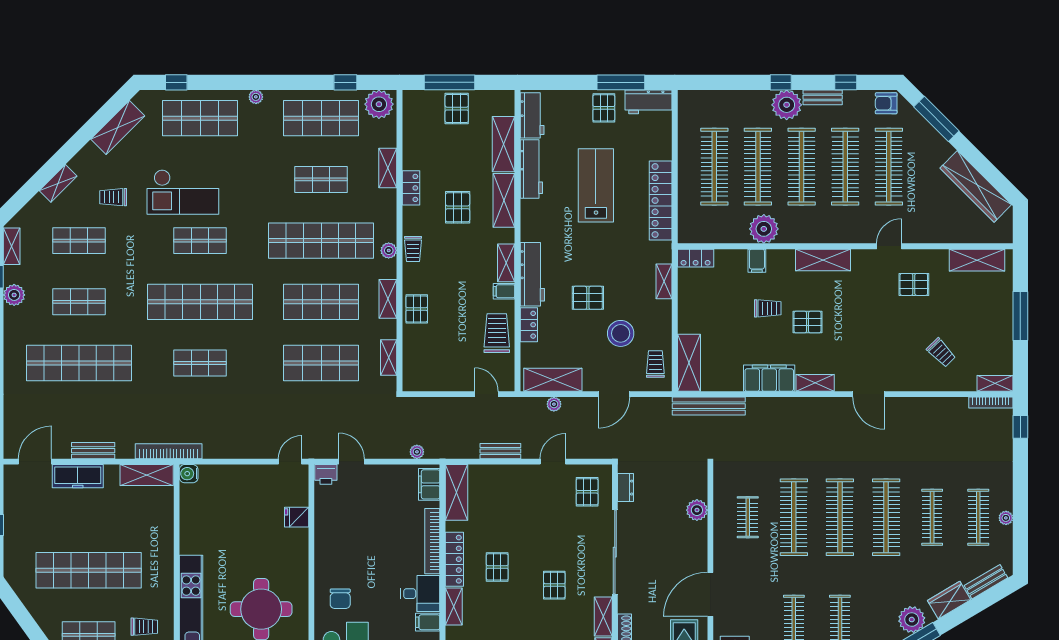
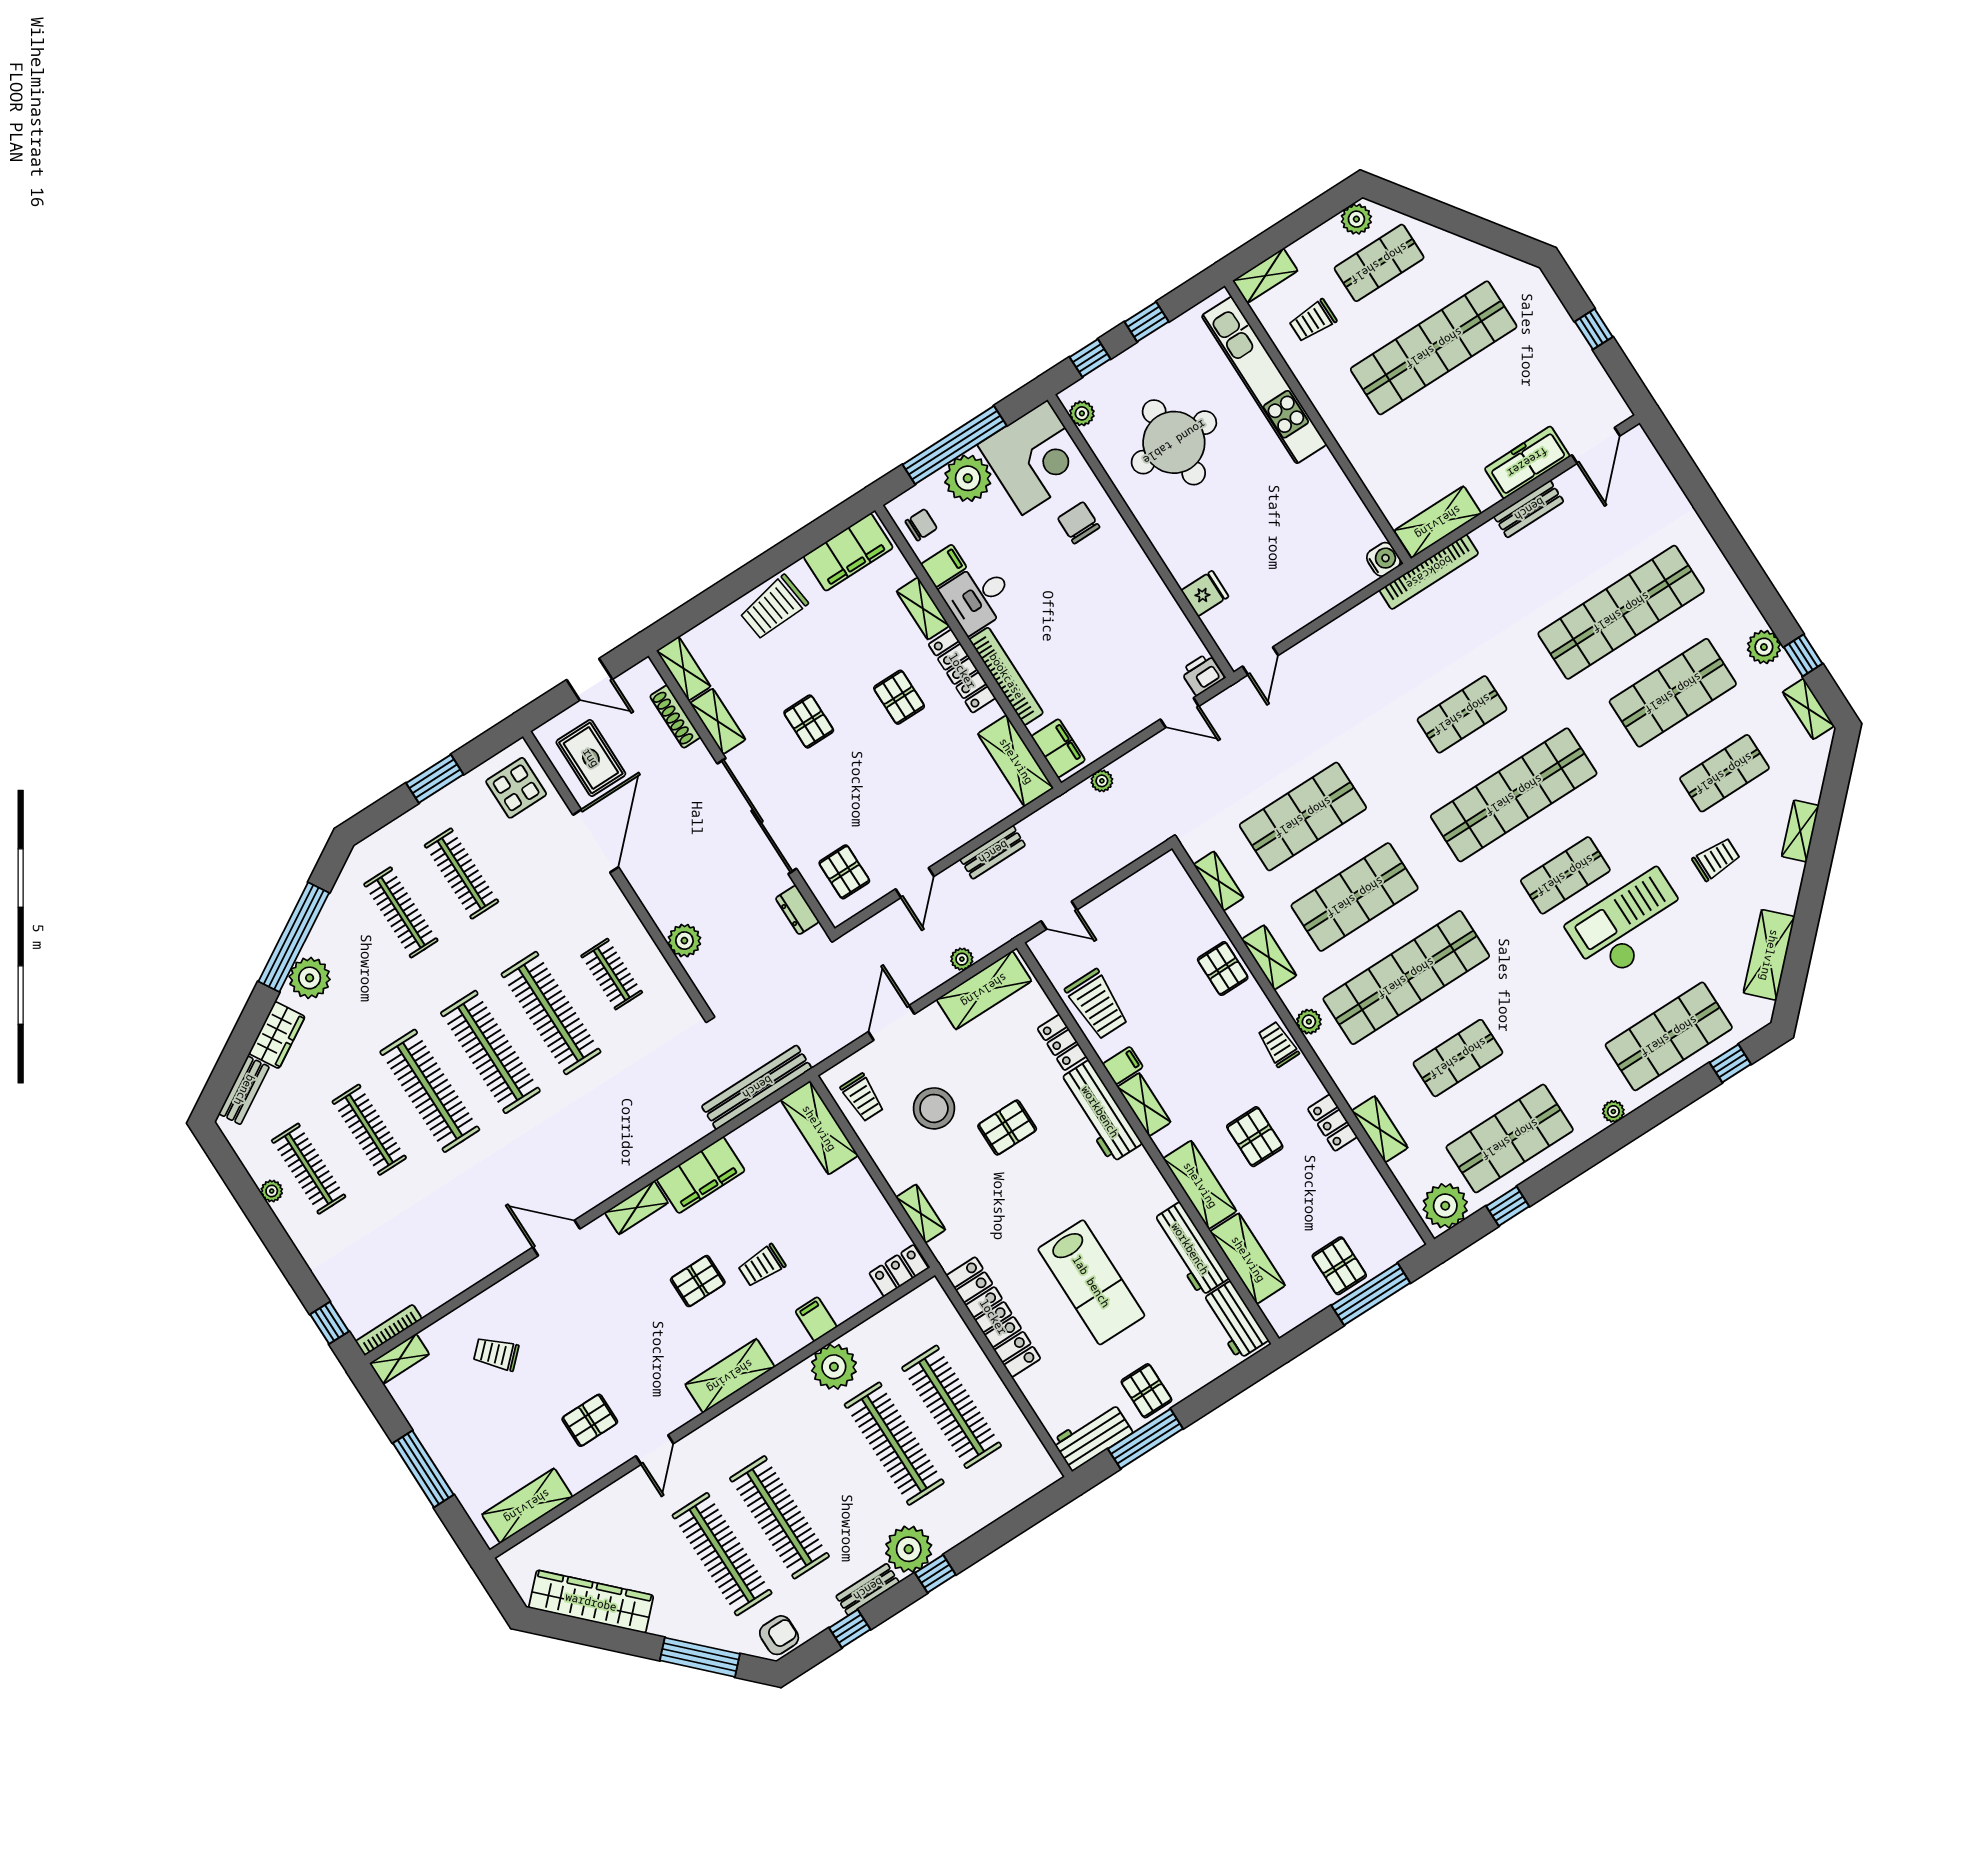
clothes rail: (802, 167) -> (837, 1480), removed
shop shelf: (79, 302) -> (1673, 693), width x1.43, depth x1.36

